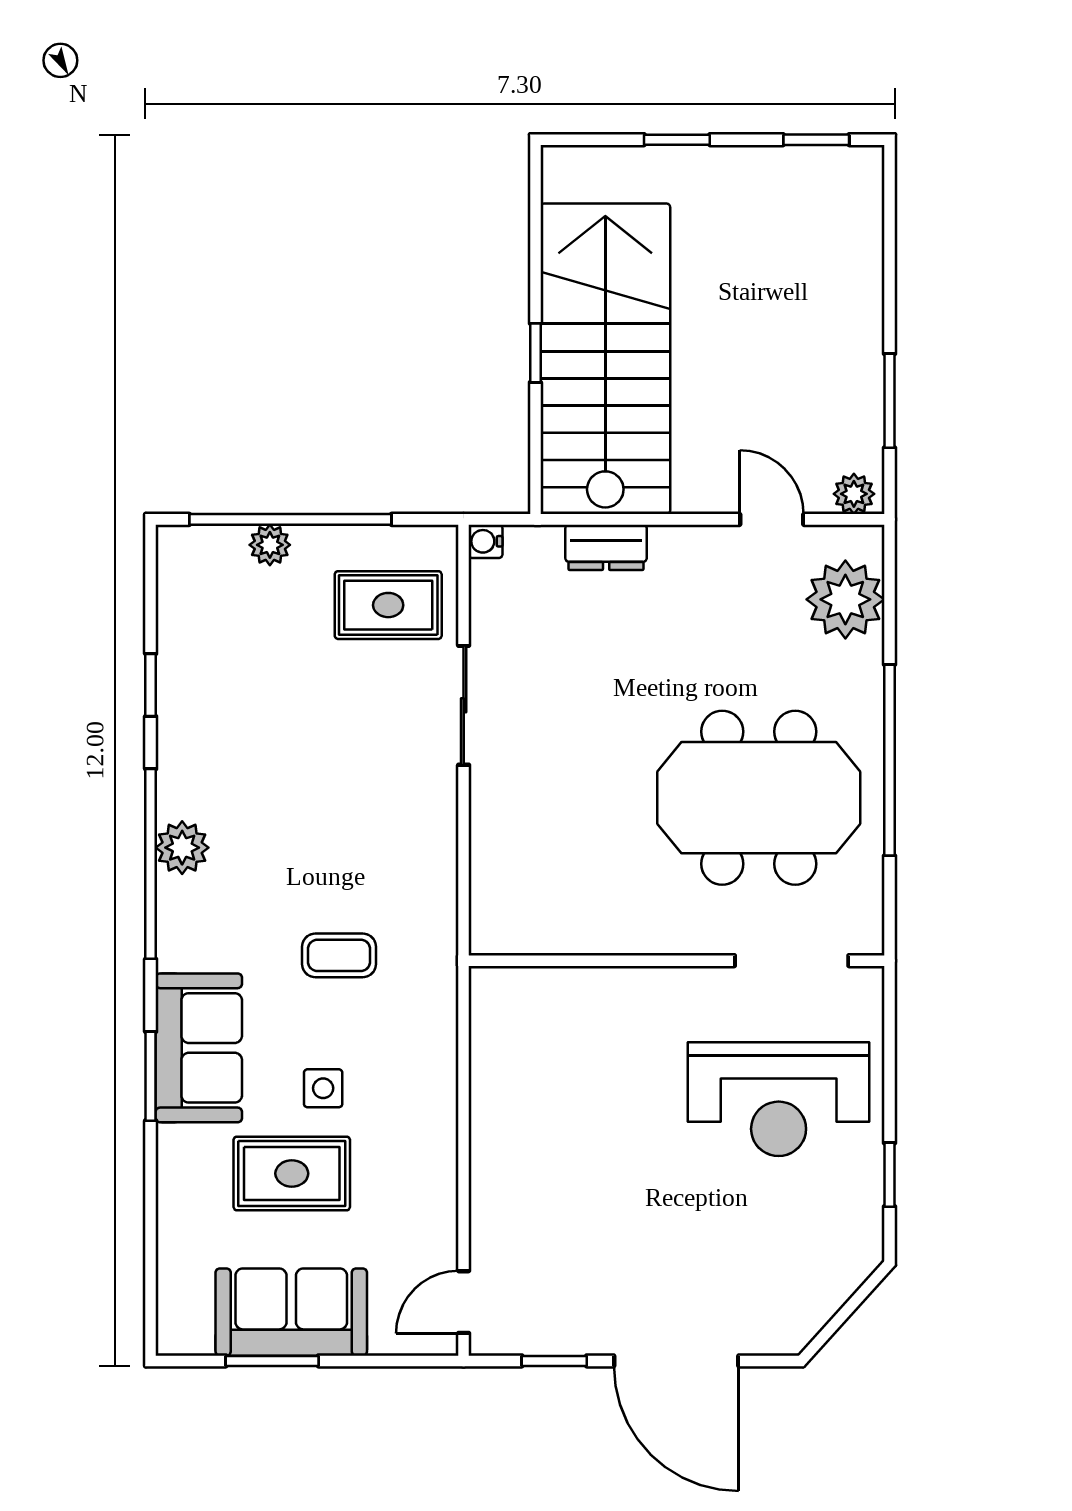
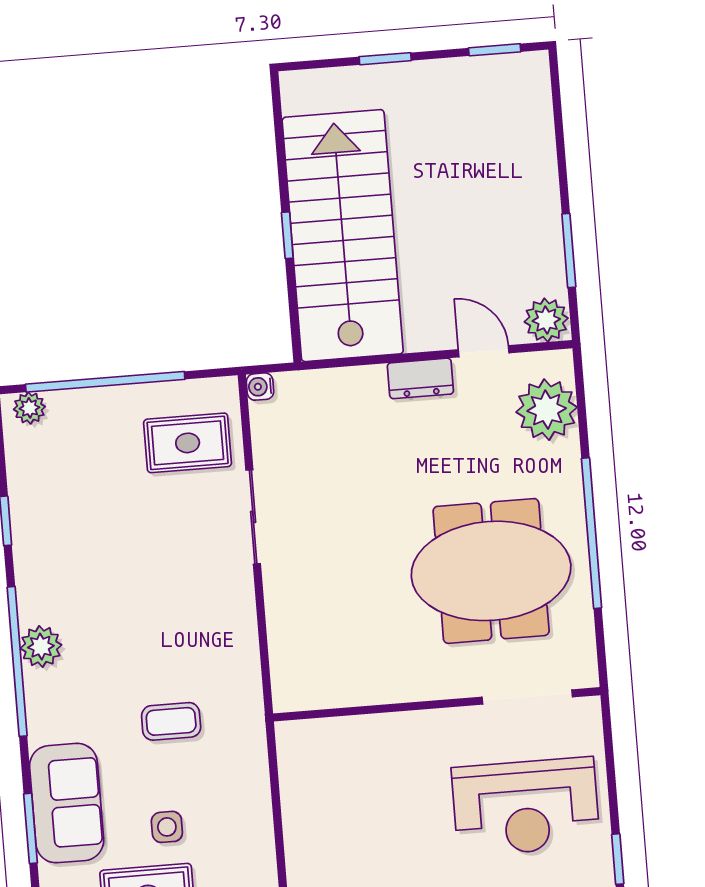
plant: (854, 494) -> (546, 320), width x1.38, depth x1.38
plant: (270, 545) -> (29, 408), moved
dresser: (606, 547) -> (420, 378), moved

